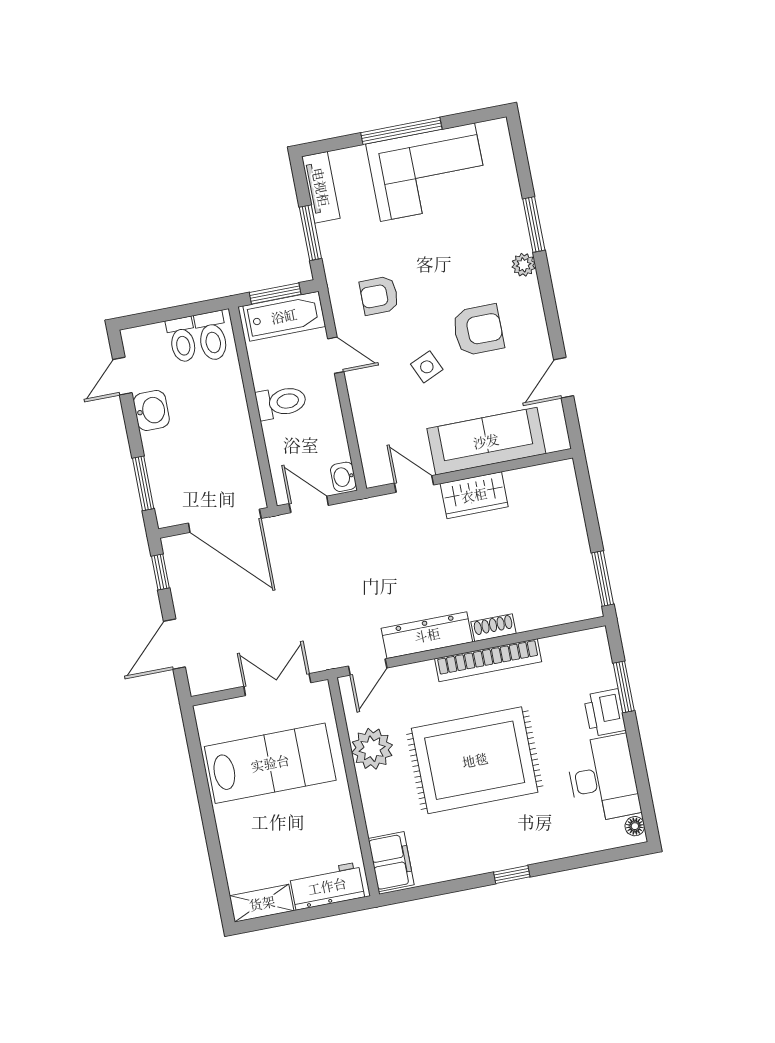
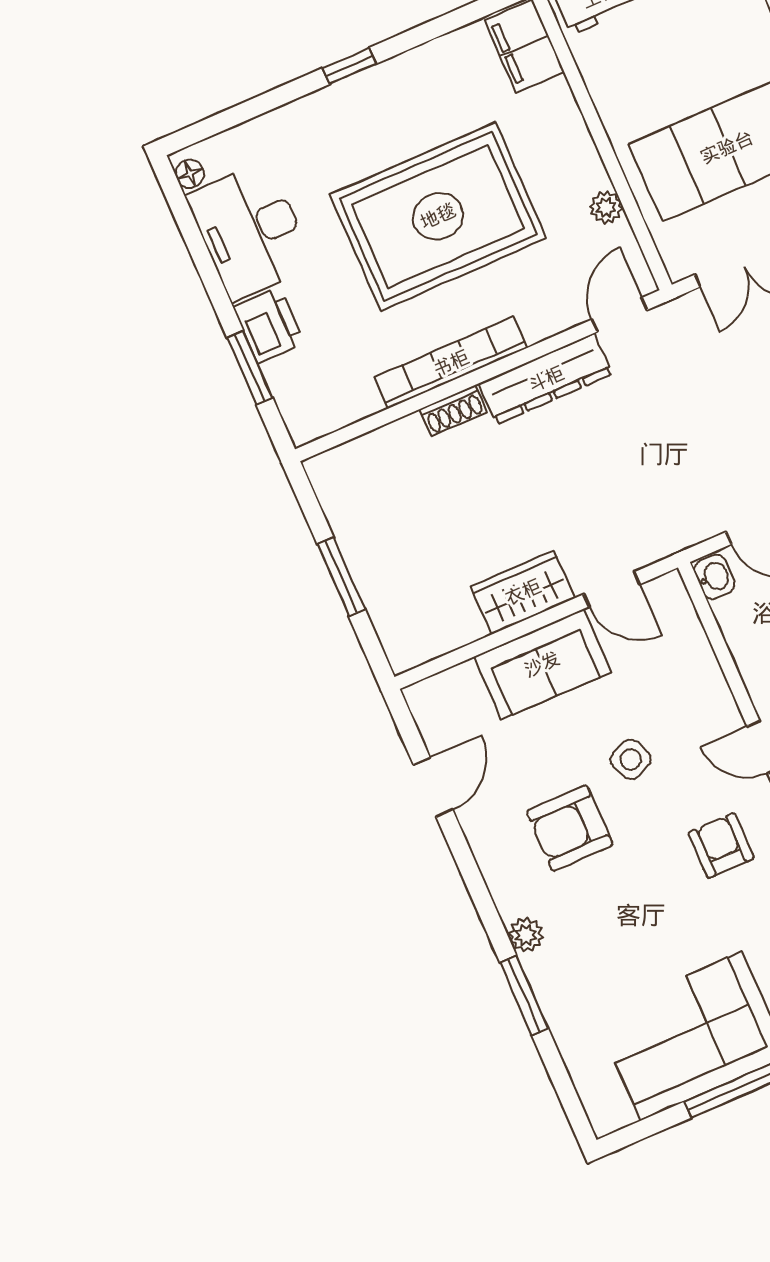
armchair: (379, 296) -> (721, 846), turned -90
sofa: (486, 441) -> (542, 664), width x0.73
window: (603, 579) -> (341, 577), moved
plant: (372, 749) -> (606, 207), width x0.53, depth x0.53

